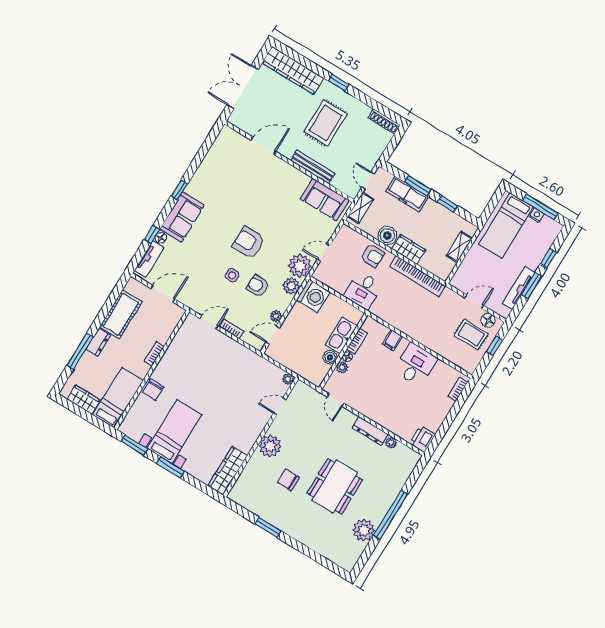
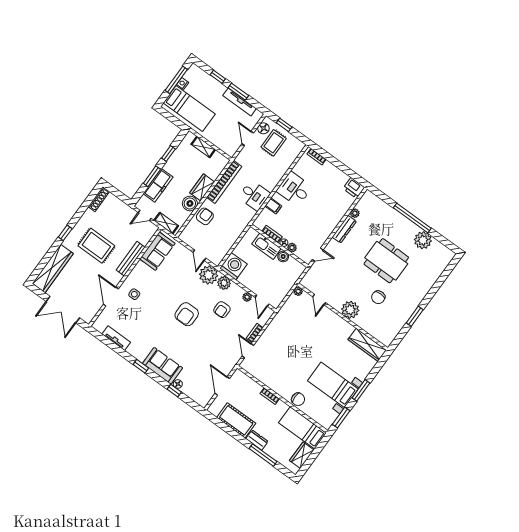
tv unit: (149, 259) -> (116, 338), moved
side table: (232, 275) -> (134, 294), moved
desk: (363, 290) -> (254, 195), moved

